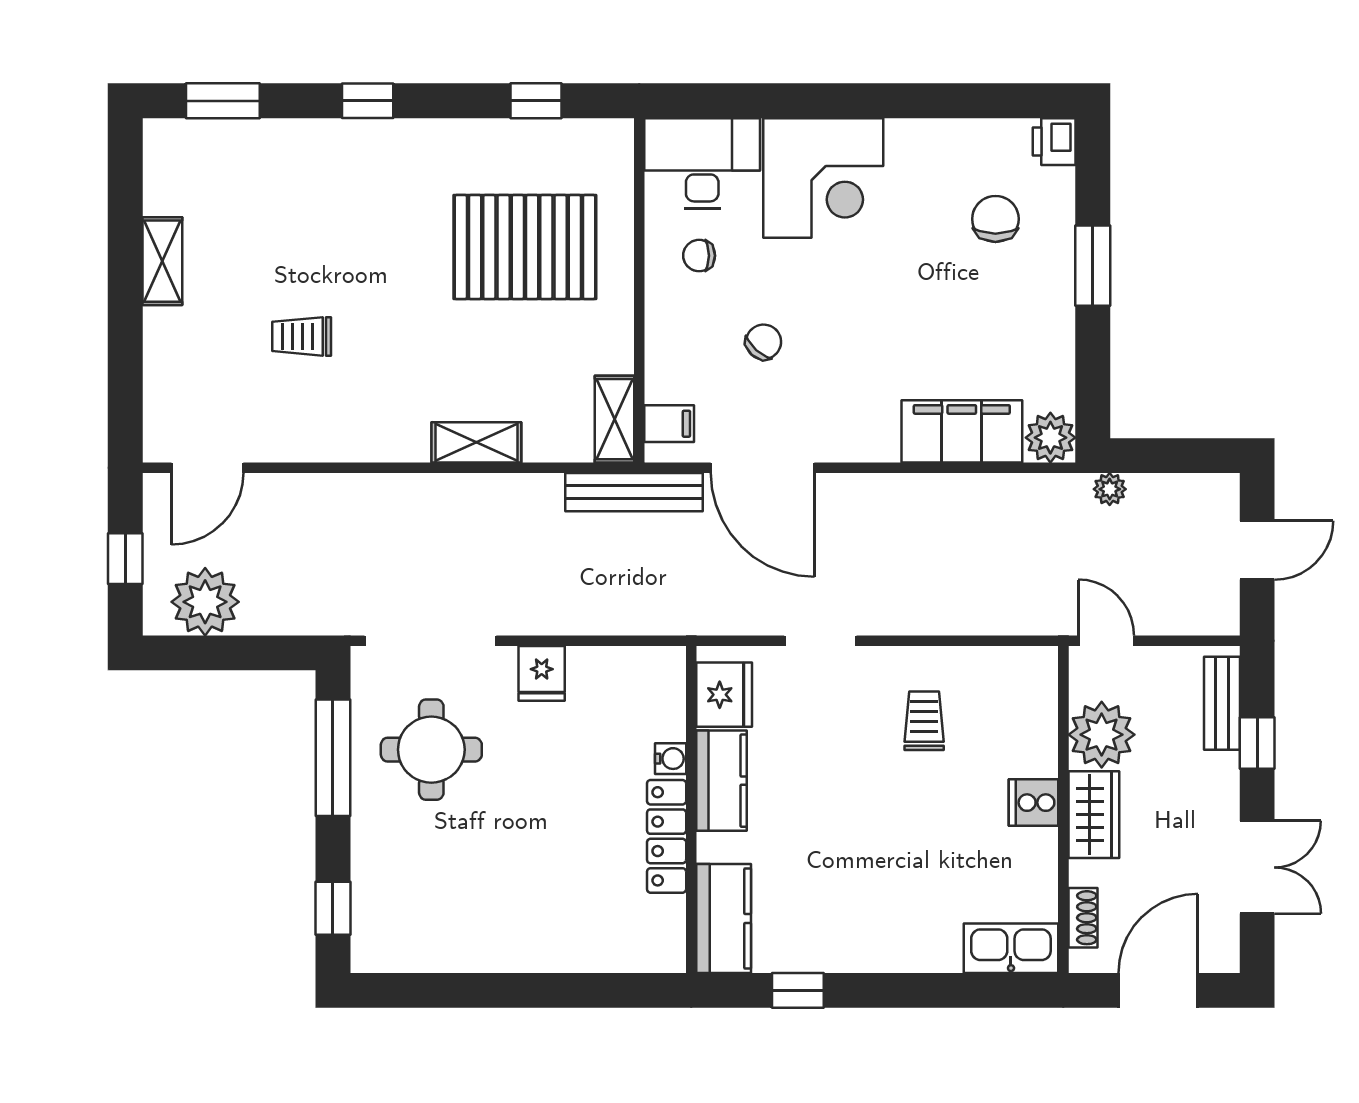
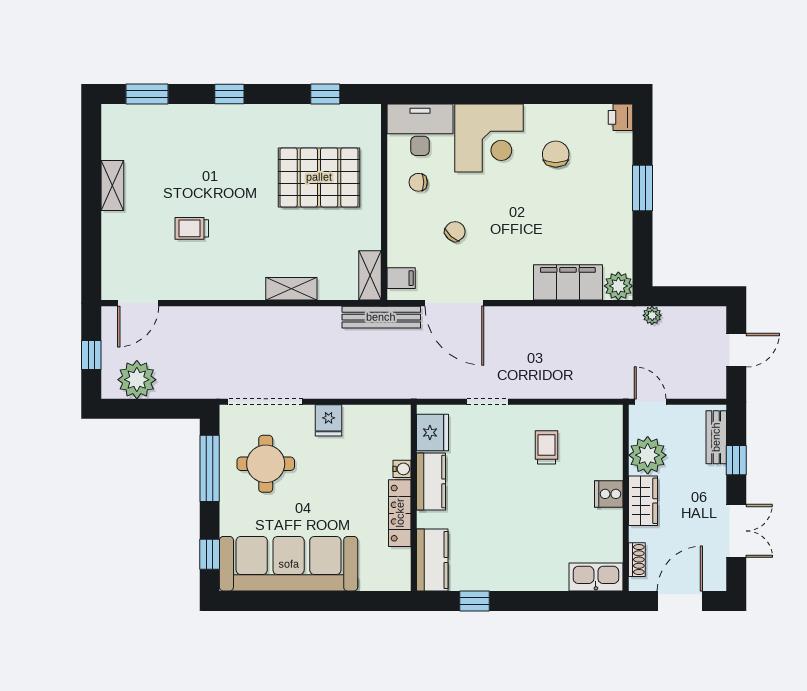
chair: (995, 219) -> (556, 154), moved
sofa: (471, 925) -> (289, 564), added

